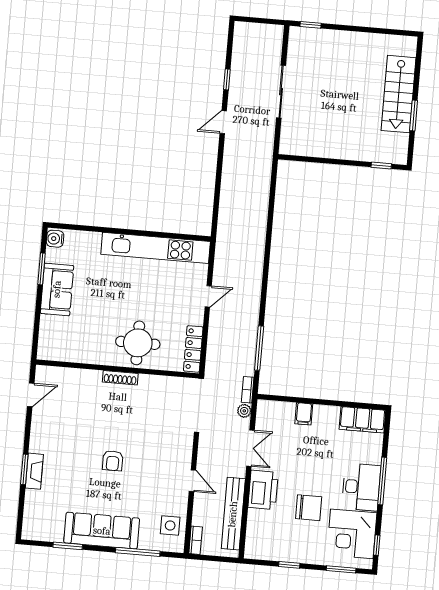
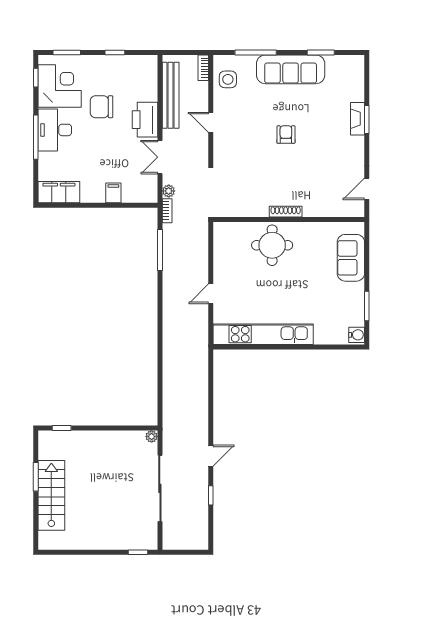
sliding door: (281, 92) -> (160, 488), width x1.36
plant: (285, 148) -> (152, 436), added
sofa: (57, 289) -> (351, 258), moved
locker: (193, 349) -> (221, 244), removed

